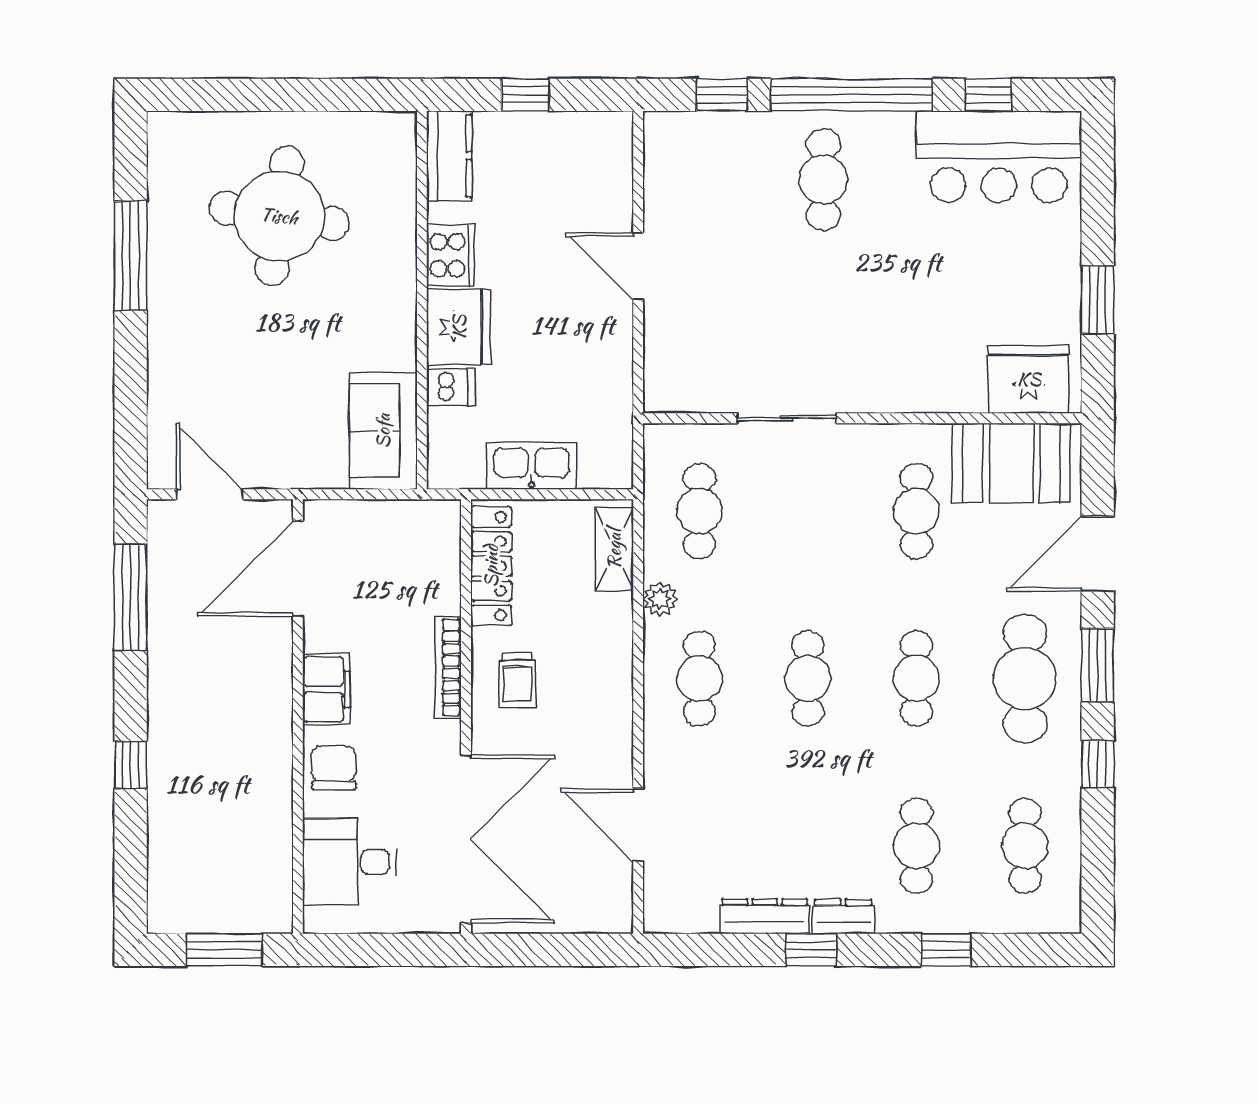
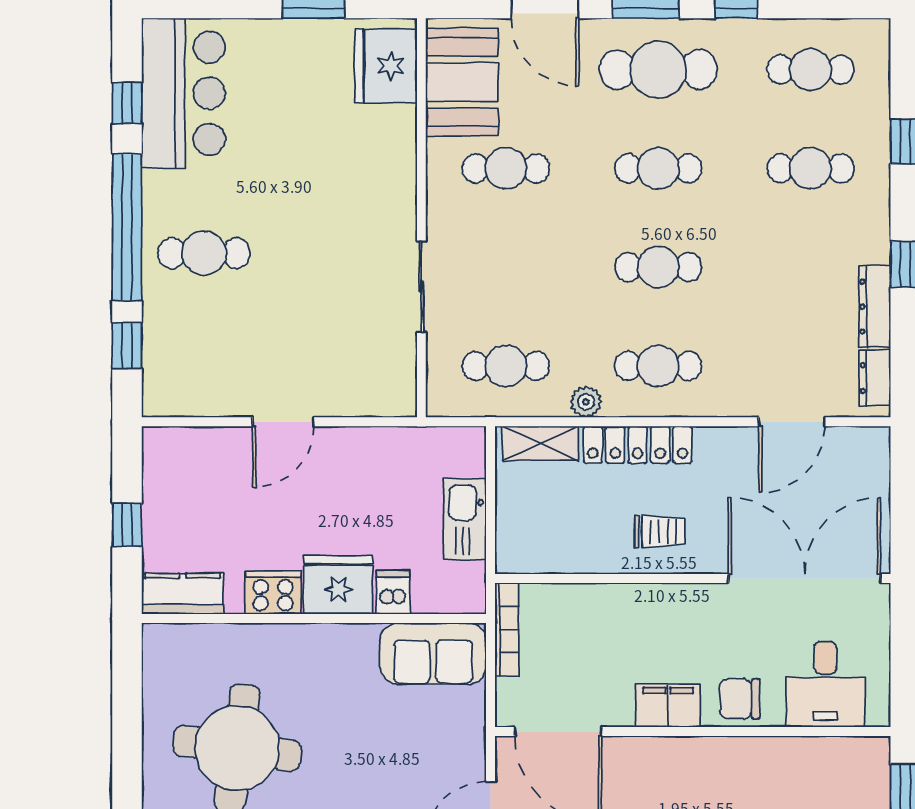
locker: (491, 566) -> (638, 445), moved, turned 180
bookcase: (448, 667) -> (507, 629), moved, turned -90
dresser: (843, 917) -> (875, 378), moved

